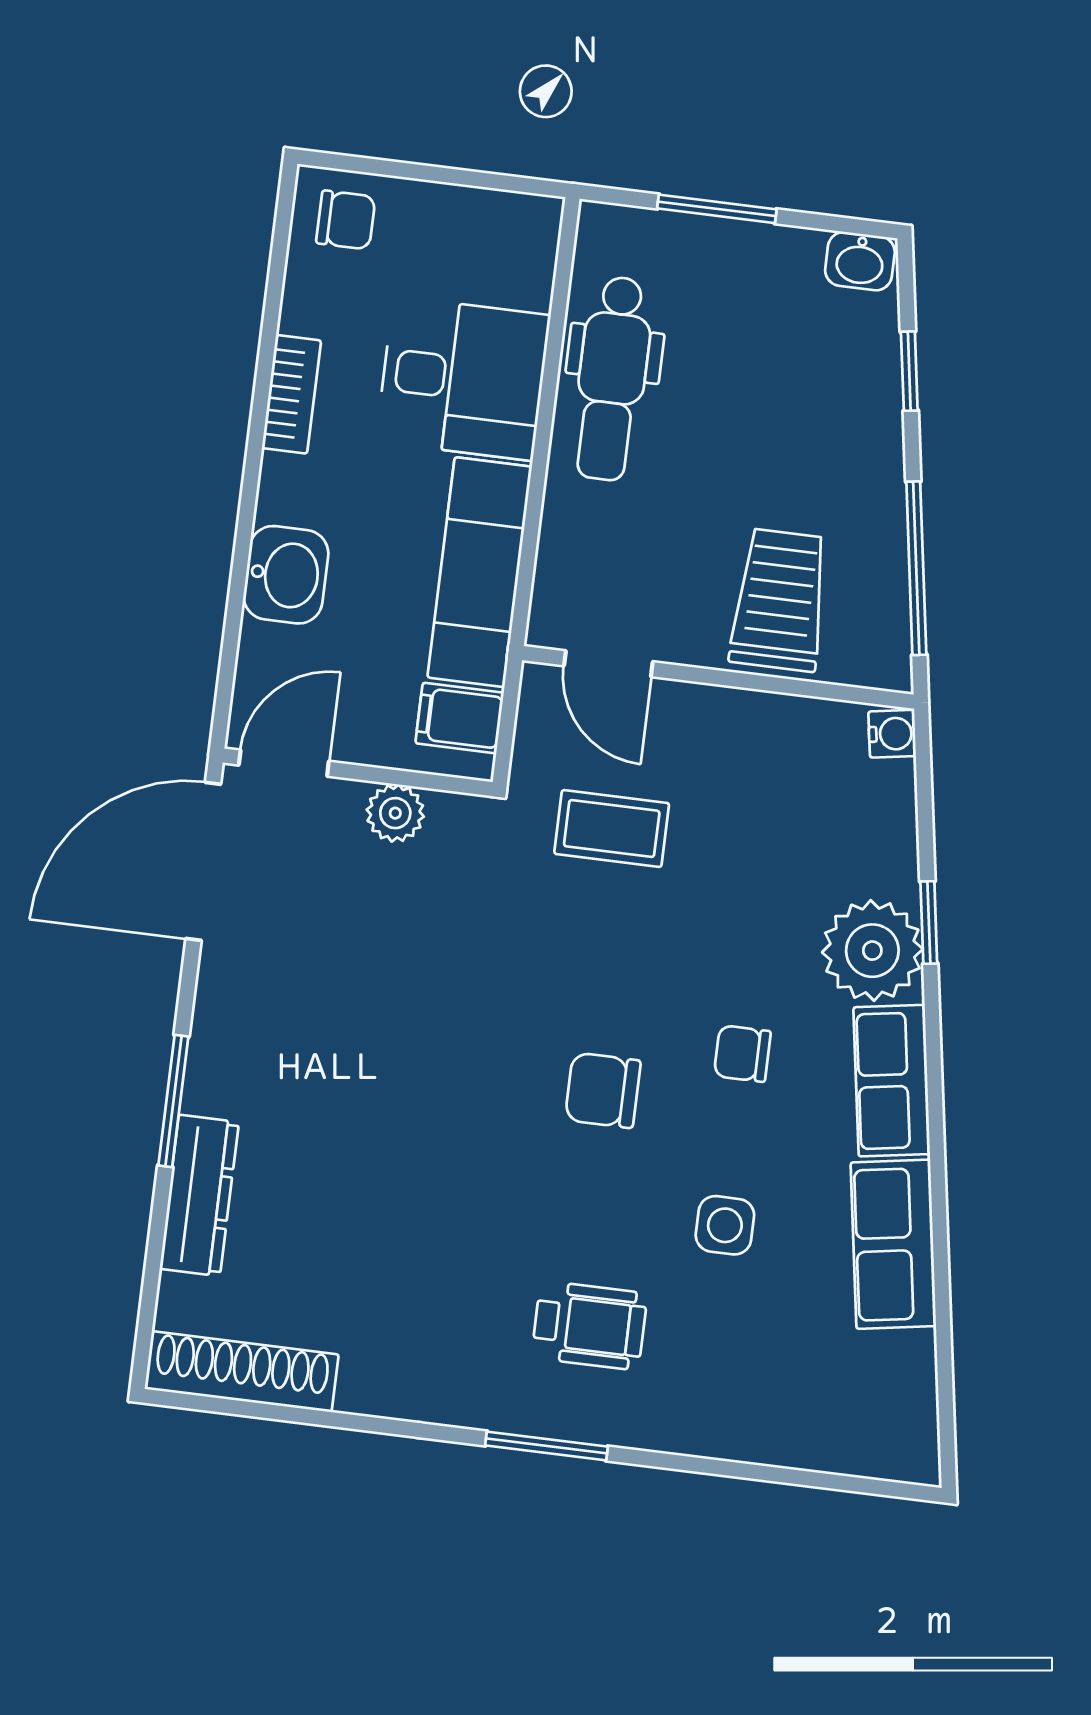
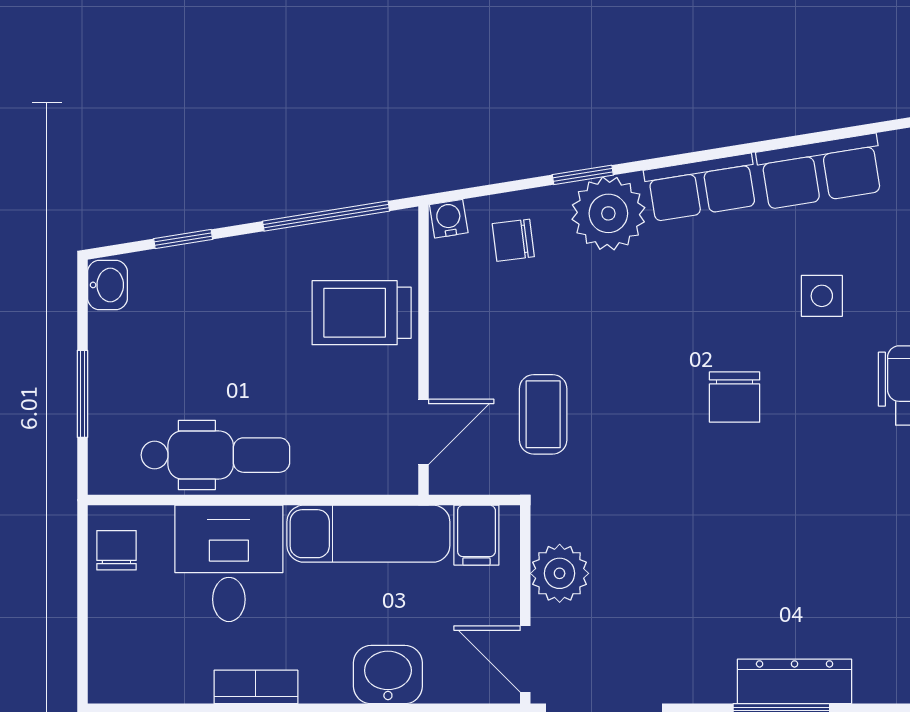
chair: (346, 220) -> (116, 550), moved
plant: (395, 813) -> (560, 573), width x1.38, depth x1.38
chair: (742, 1054) -> (513, 240), moved, turned 83
dresser: (199, 1195) -> (795, 681), moved

